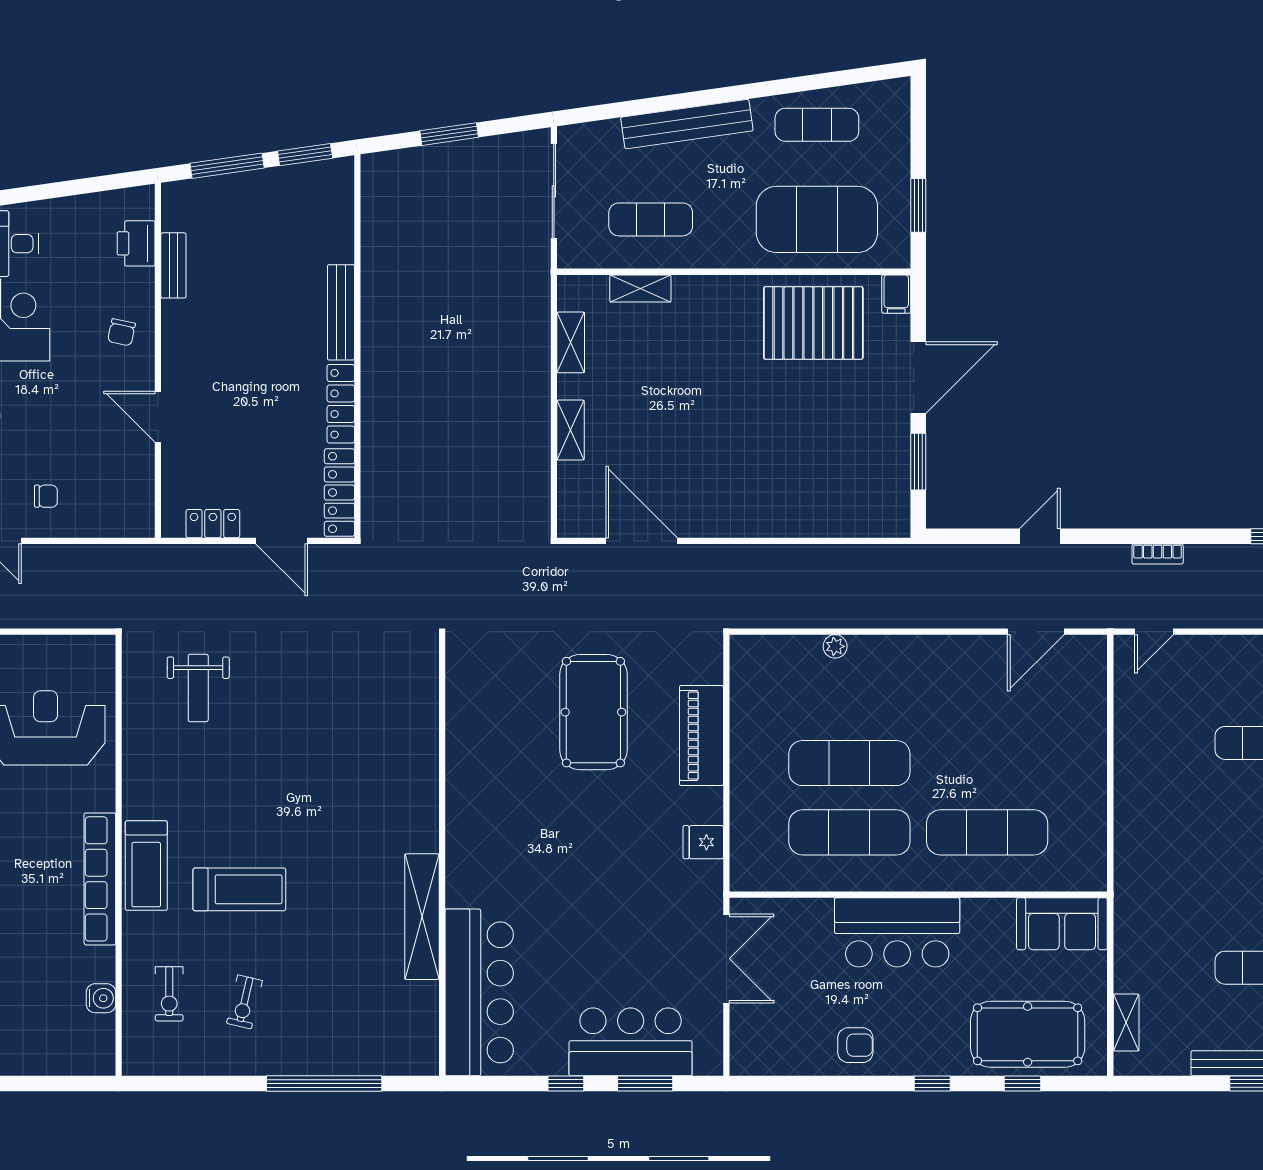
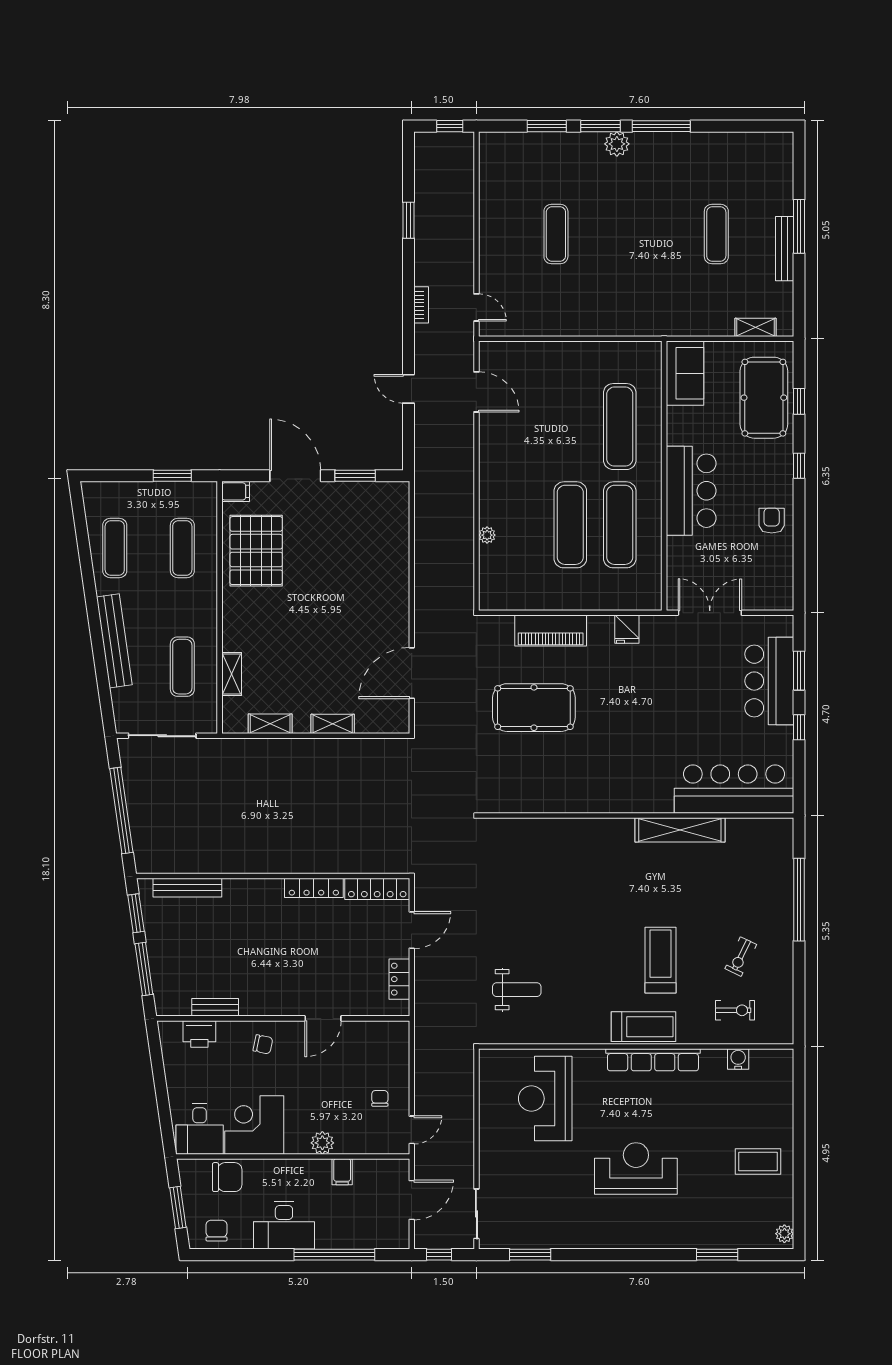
window: (449, 134) -> (121, 811), width x2.11
exercise mat: (817, 219) -> (182, 548), width x0.50, depth x0.69
bench: (341, 312) -> (187, 888), moved
exercise bike: (244, 1002) -> (741, 957), turned 103

